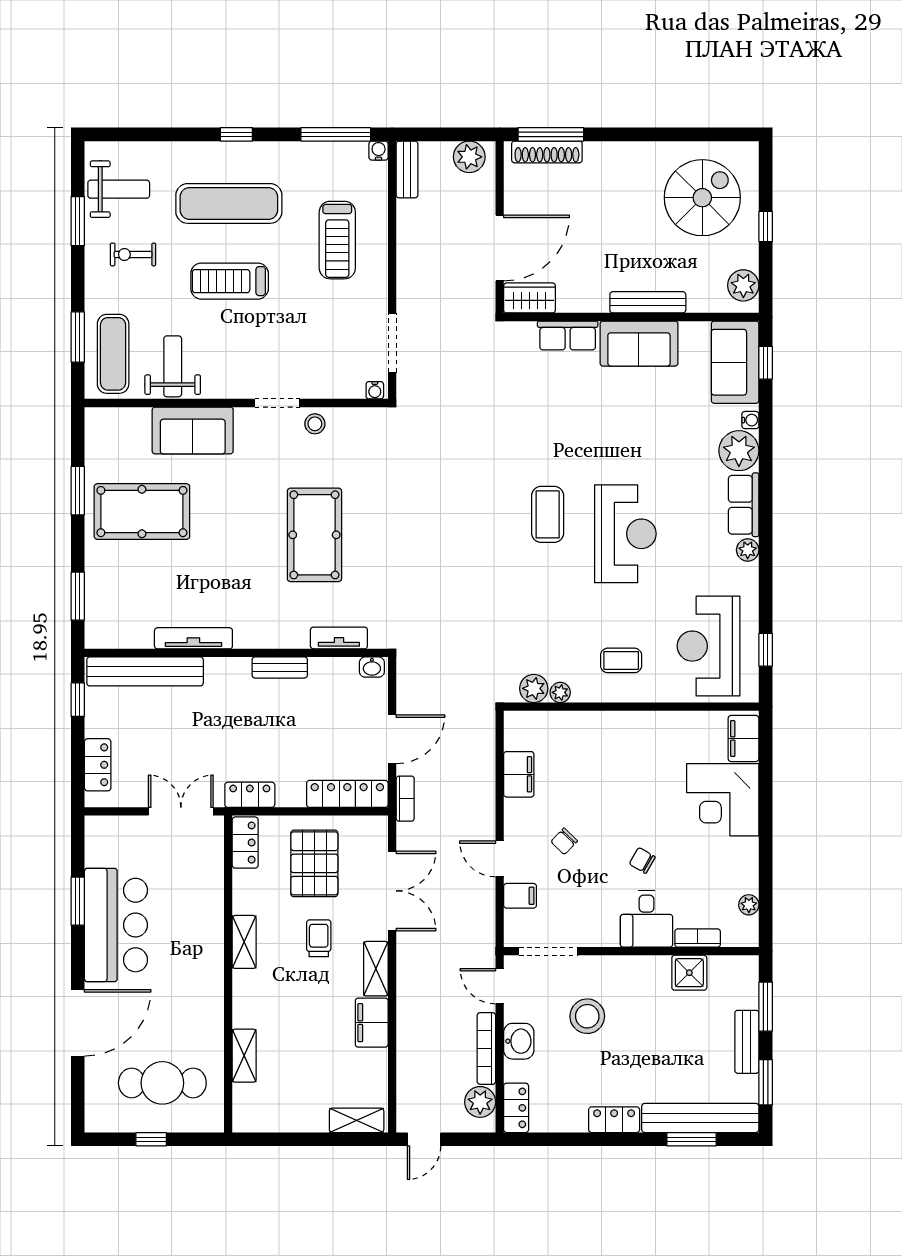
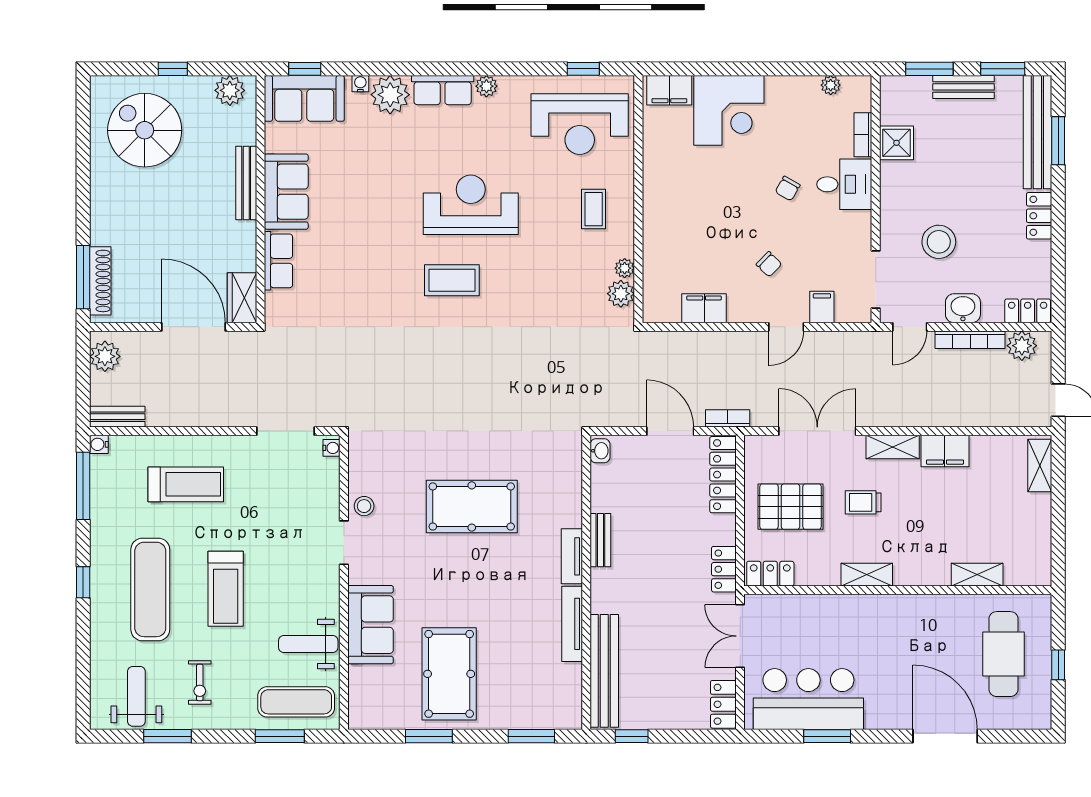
tv unit: (339, 638) -> (572, 556), moved
locker: (98, 765) -> (723, 704), moved, turned -90
bar counter: (116, 925) -> (808, 699), moved

